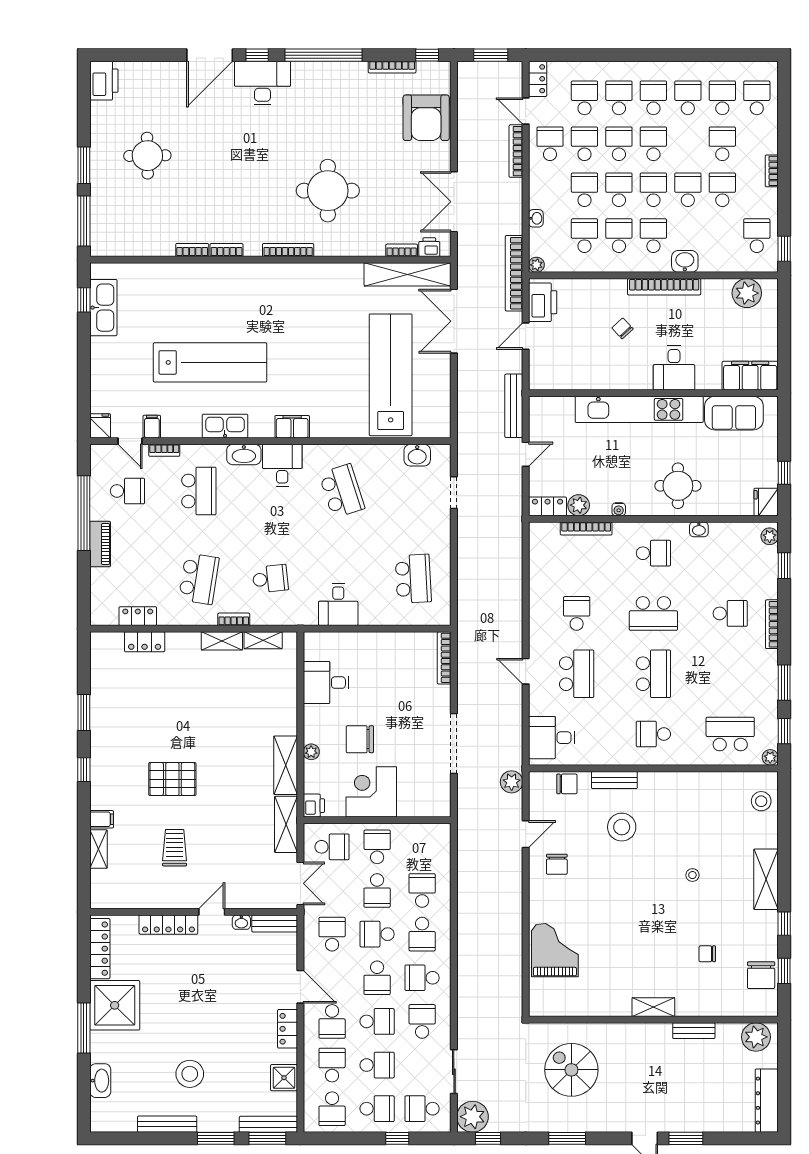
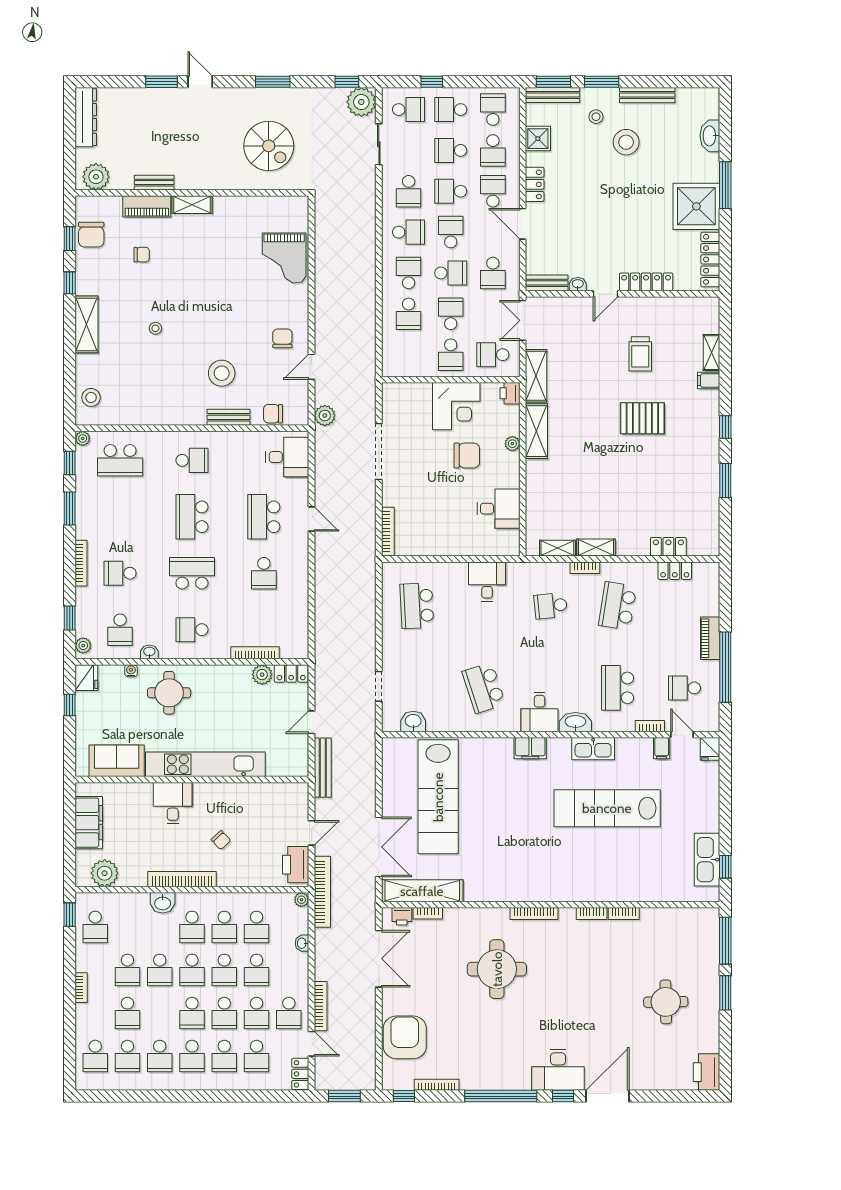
filing cabinet: (750, 376) -> (89, 823), moved, turned -90
water cooler: (619, 509) -> (131, 671), moved
school desk: (730, 553) -> (120, 630), added
chair: (761, 975) -> (91, 235), turned 180
piano: (702, 1005) -> (147, 206), added
stool: (222, 1101) -> (596, 117), added

